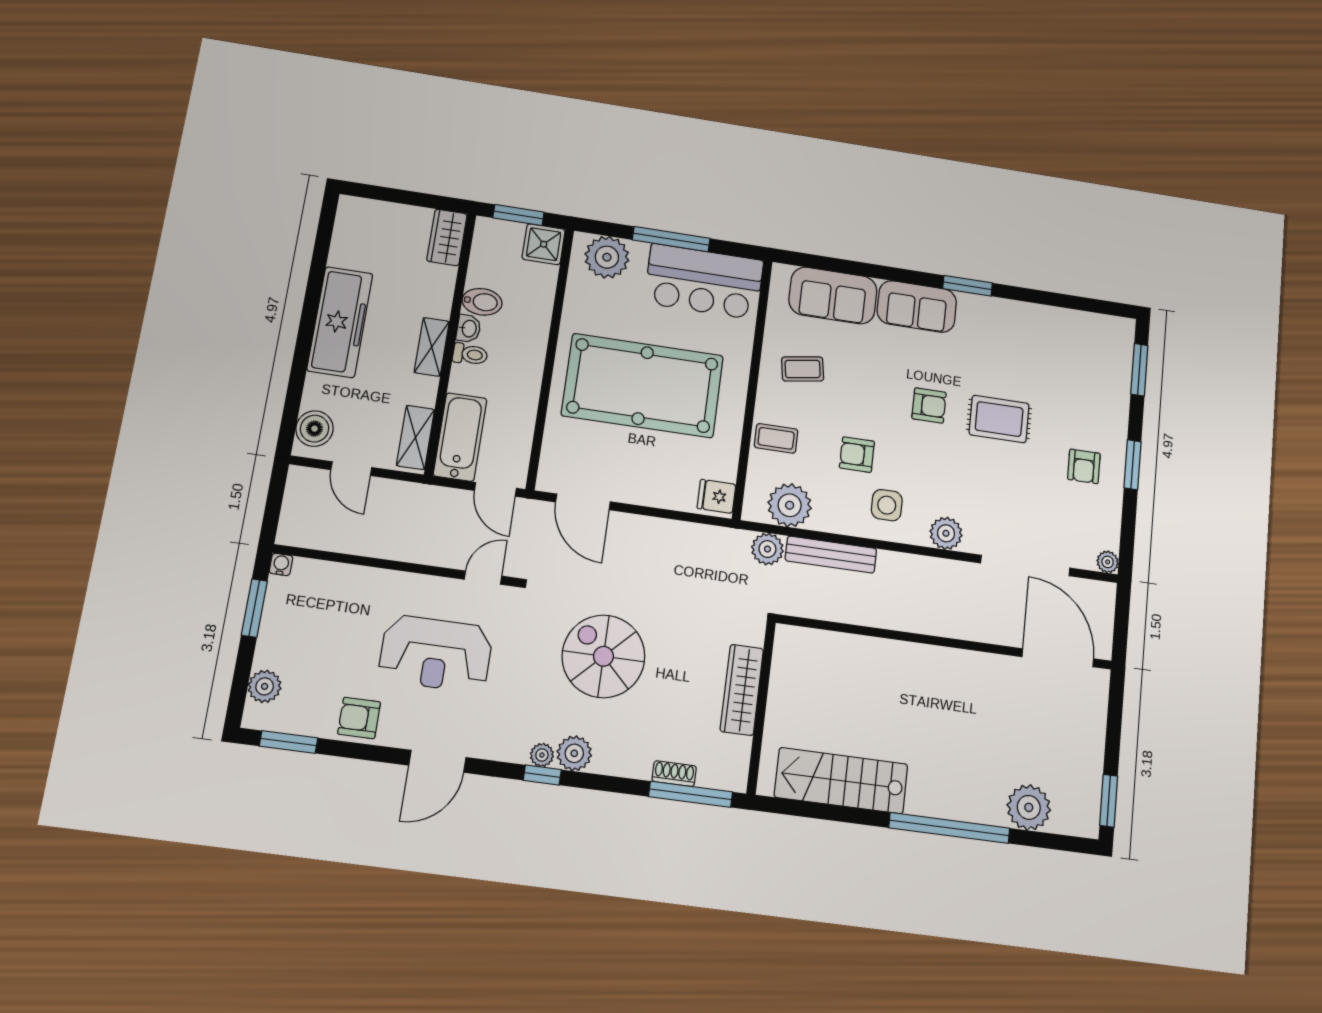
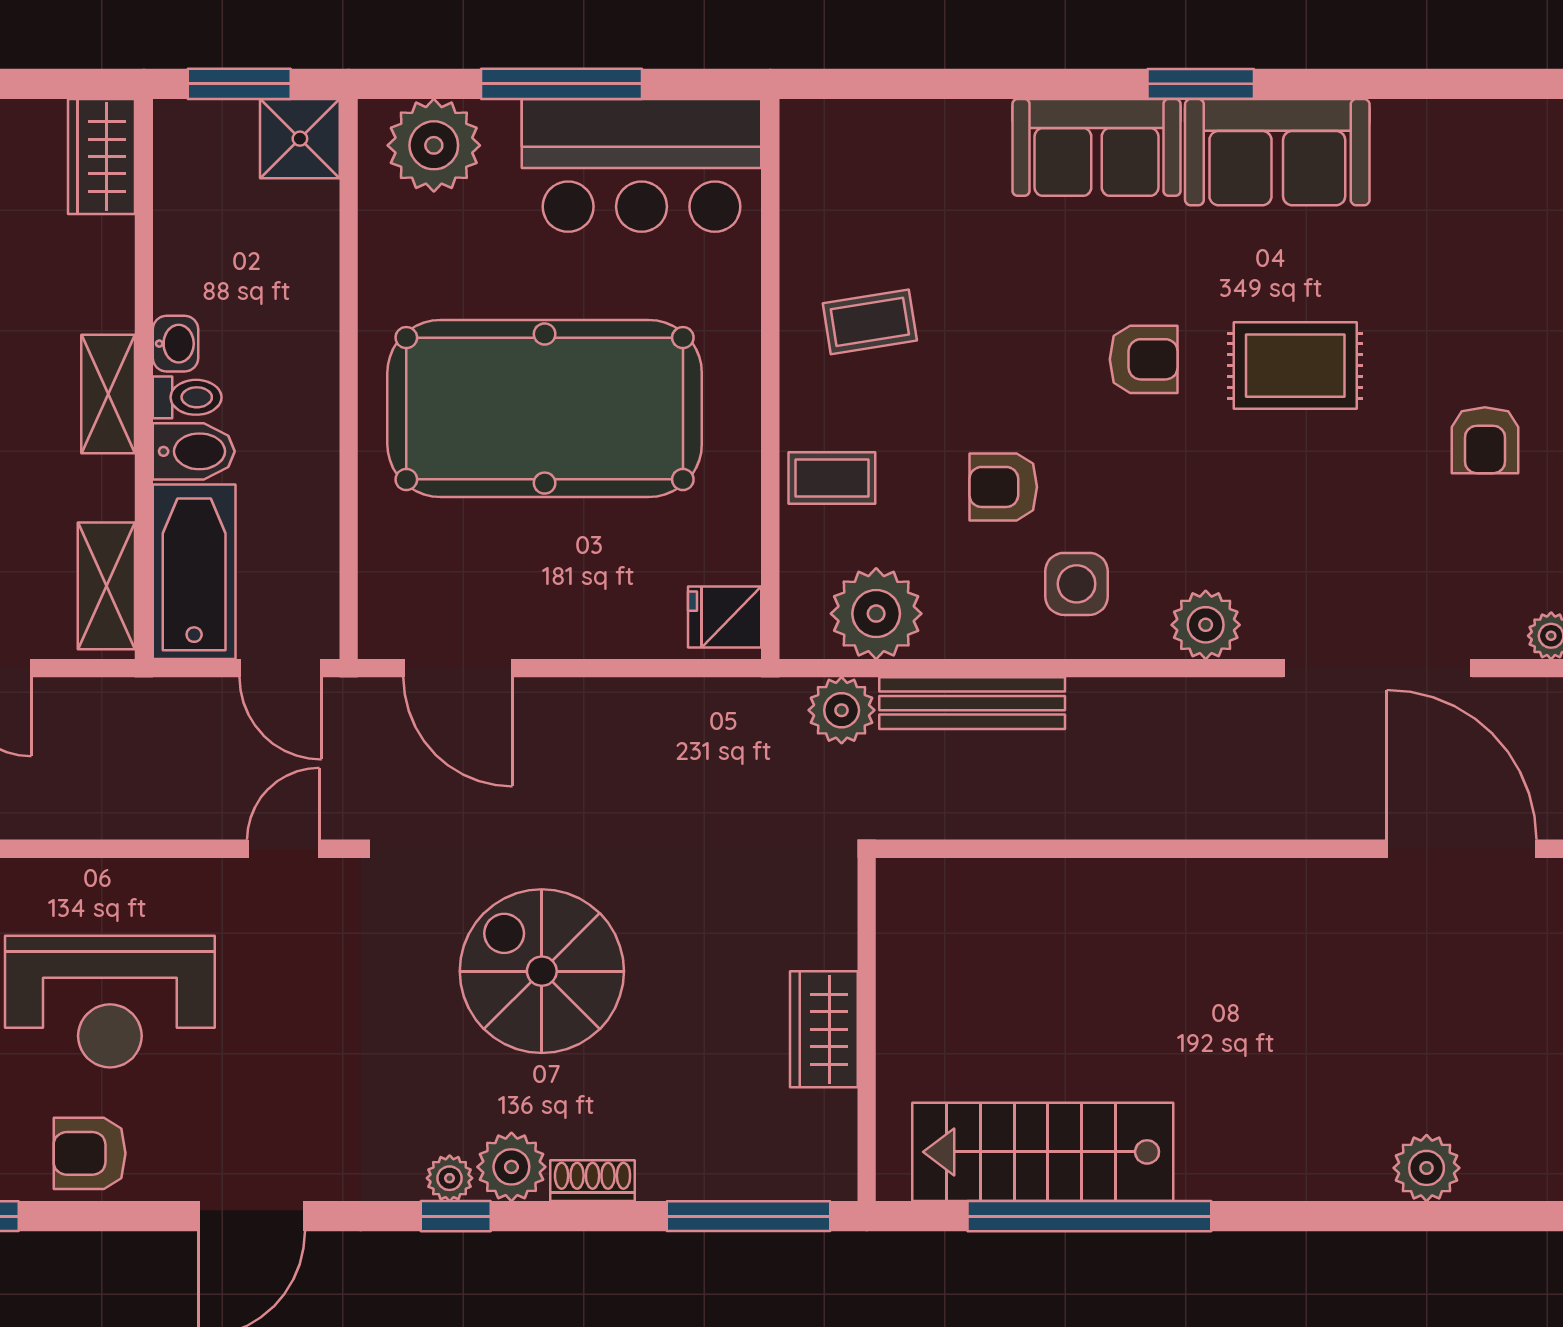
sofa: (833, 296) -> (1277, 152), moved
bidet: (482, 302) -> (194, 451), moved
reception desk: (436, 654) -> (110, 1002), moved
wardrobe: (742, 690) -> (824, 1029), width x0.67
shoe rack: (674, 774) -> (593, 1181), moved
plant: (1029, 807) -> (1427, 1168), width x0.73, depth x0.73
window: (949, 828) -> (1089, 1216), moved

